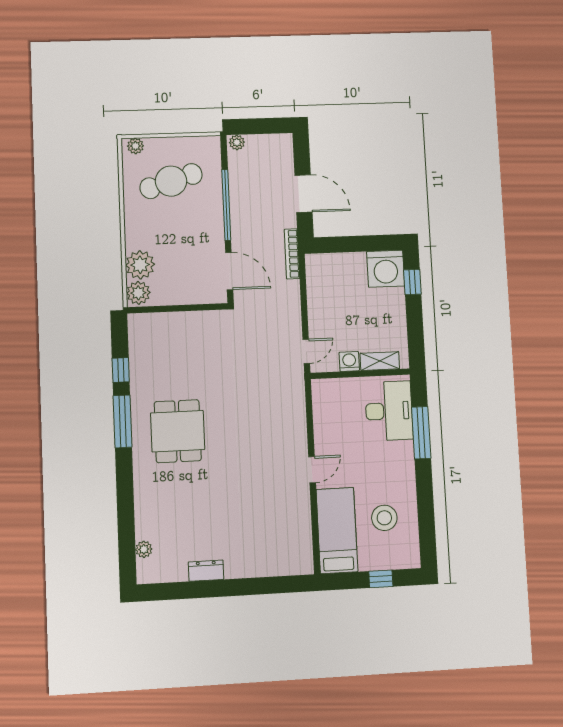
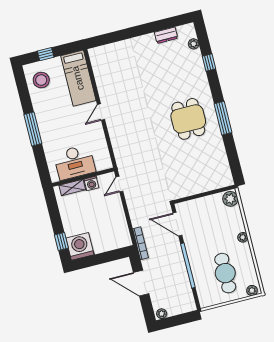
plant: (237, 142) -> (162, 314), moved
cafe table: (171, 181) -> (225, 273), turned -73
plant: (140, 265) -> (243, 237), moved, width x0.53, depth x0.53
window: (121, 370) -> (209, 62), moved
desk: (389, 411) -> (75, 162), moved, turned -90
window: (421, 433) -> (33, 129), moved
stool: (384, 518) -> (41, 80), moved
dresser: (206, 571) -> (166, 35), moved

